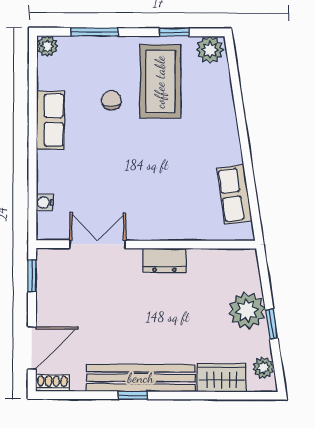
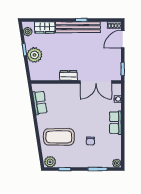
coffee table: (160, 82) -> (59, 137), moved, turned 90
row of seats: (50, 120) -> (115, 123), moved
double door: (98, 244) -> (96, 82), width x1.37

